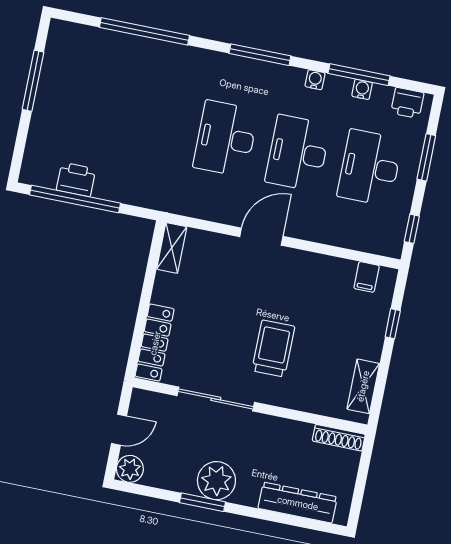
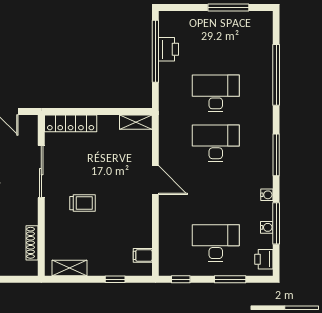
desk: (298, 153) -> (216, 93), moved
trolley: (273, 349) -> (83, 203), width x0.73, depth x0.72
shoe rack: (339, 438) -> (32, 243), moved

